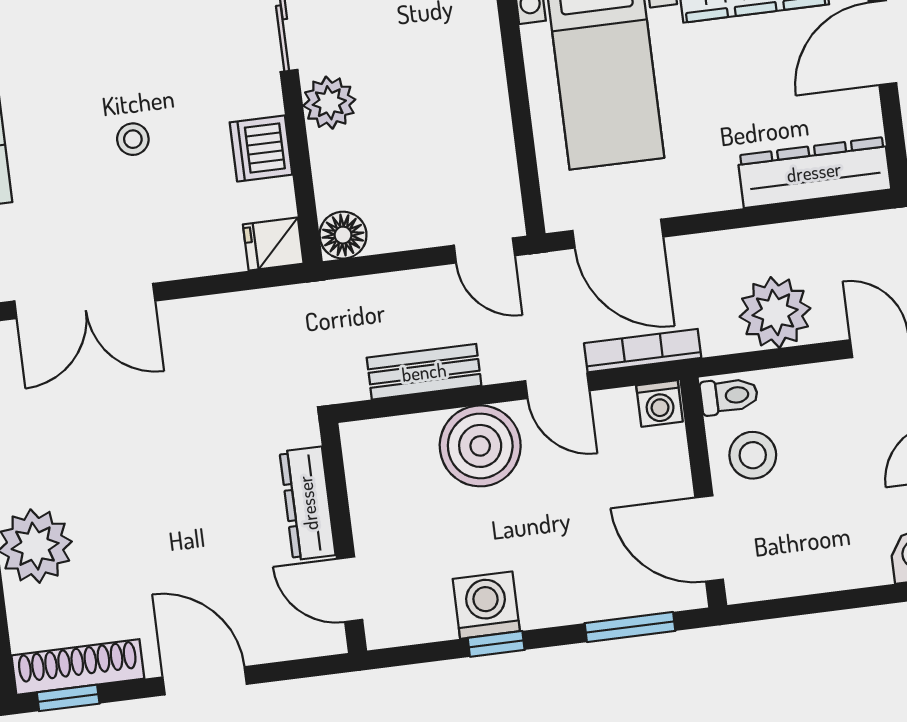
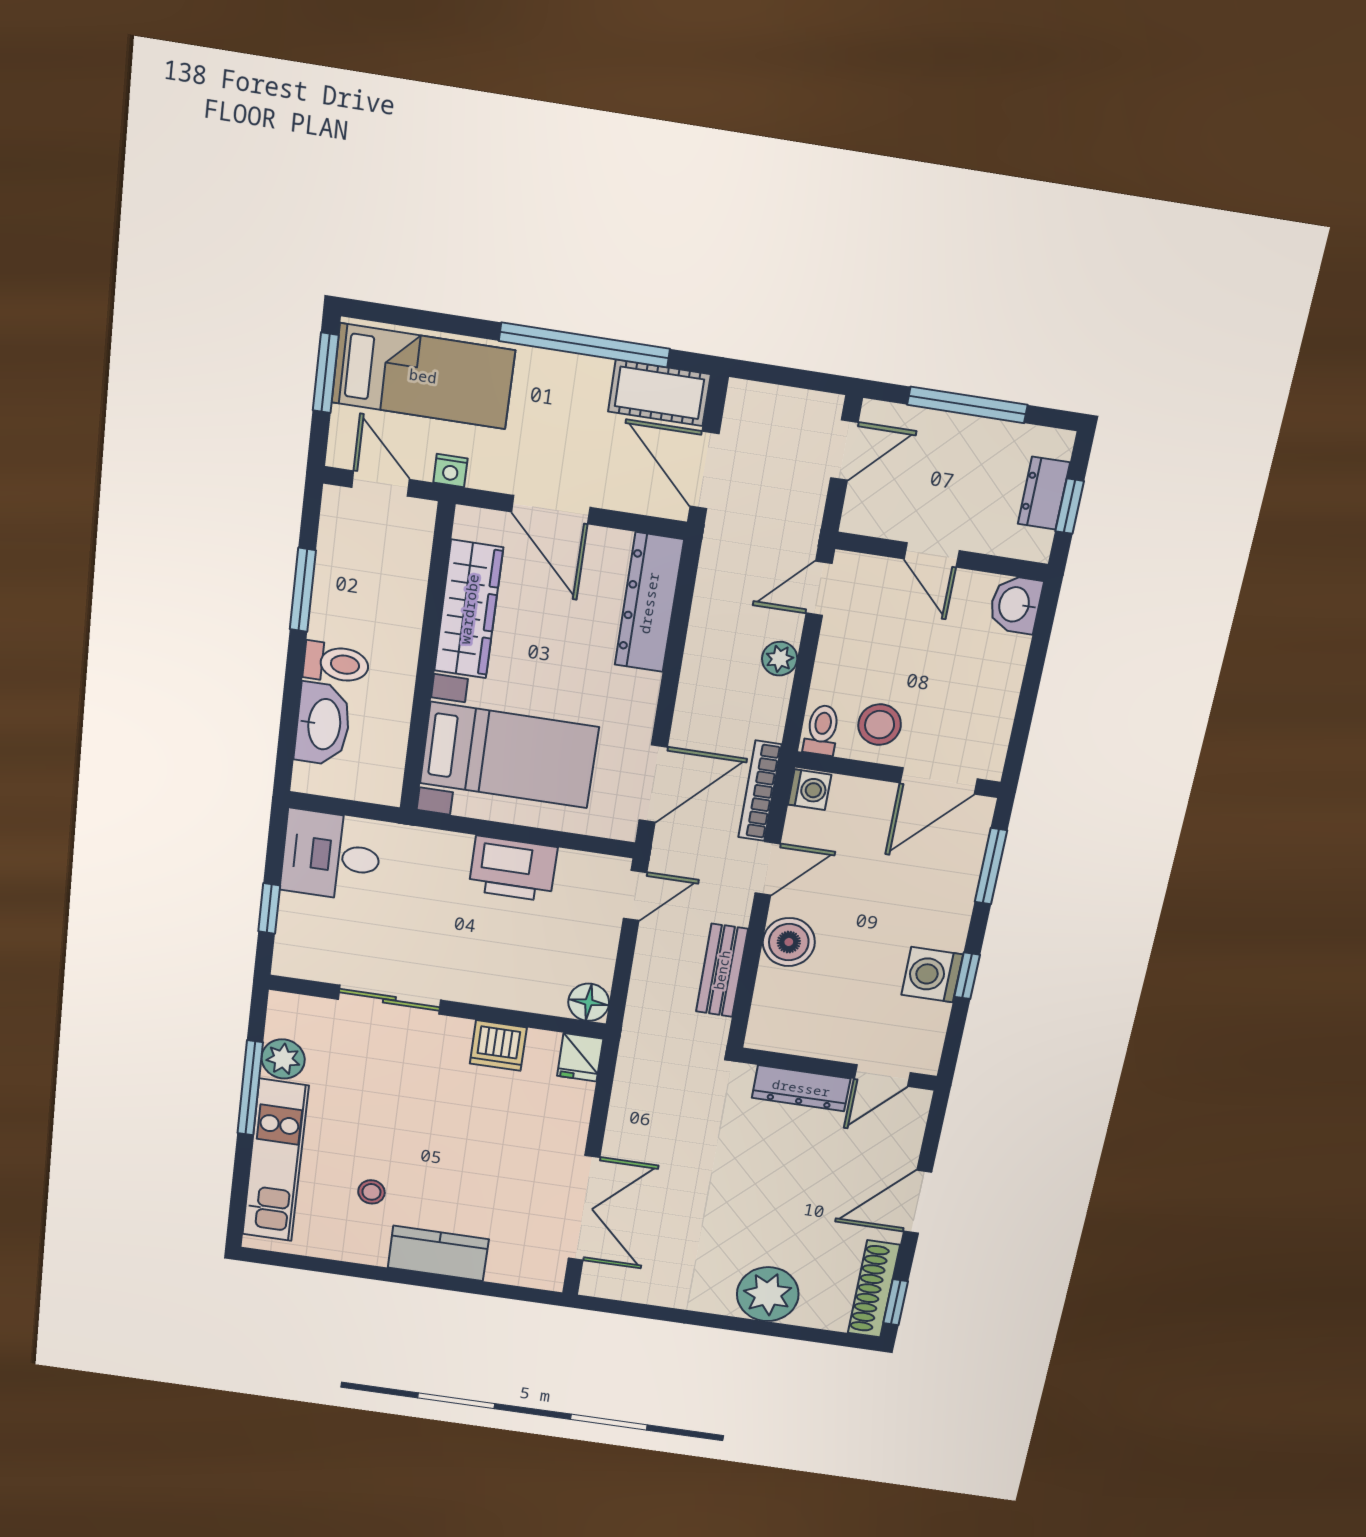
plant: (329, 103) -> (475, 983), removed
printer: (477, 109) -> (513, 869), added
stool: (133, 139) -> (371, 1192), moved
plant: (775, 312) -> (780, 659), width x0.53, depth x0.53
boiler: (480, 446) -> (789, 942), width x0.73, depth x0.73

